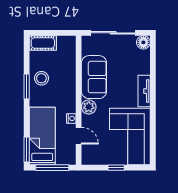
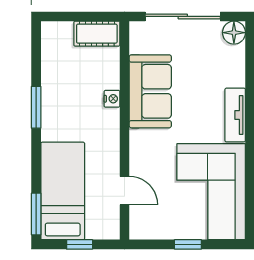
cot: (43, 43) -> (97, 34), moved
stool: (41, 78) -> (61, 93), removed
plant: (89, 107) -> (141, 142), removed
nightstand: (71, 118) -> (112, 99), moved
window: (52, 168) -> (80, 244), width x0.46

